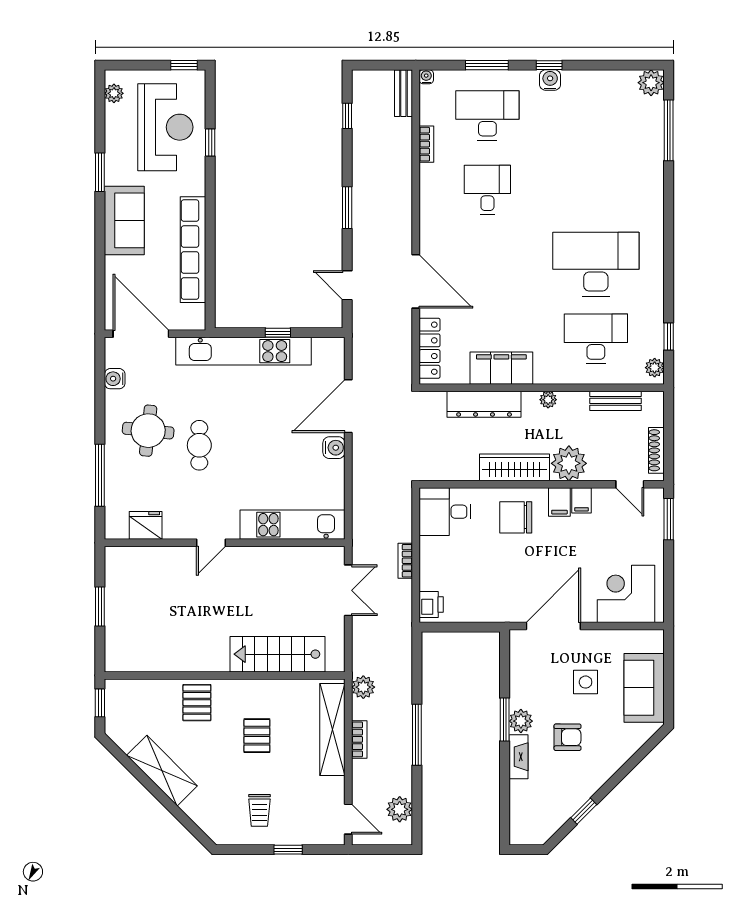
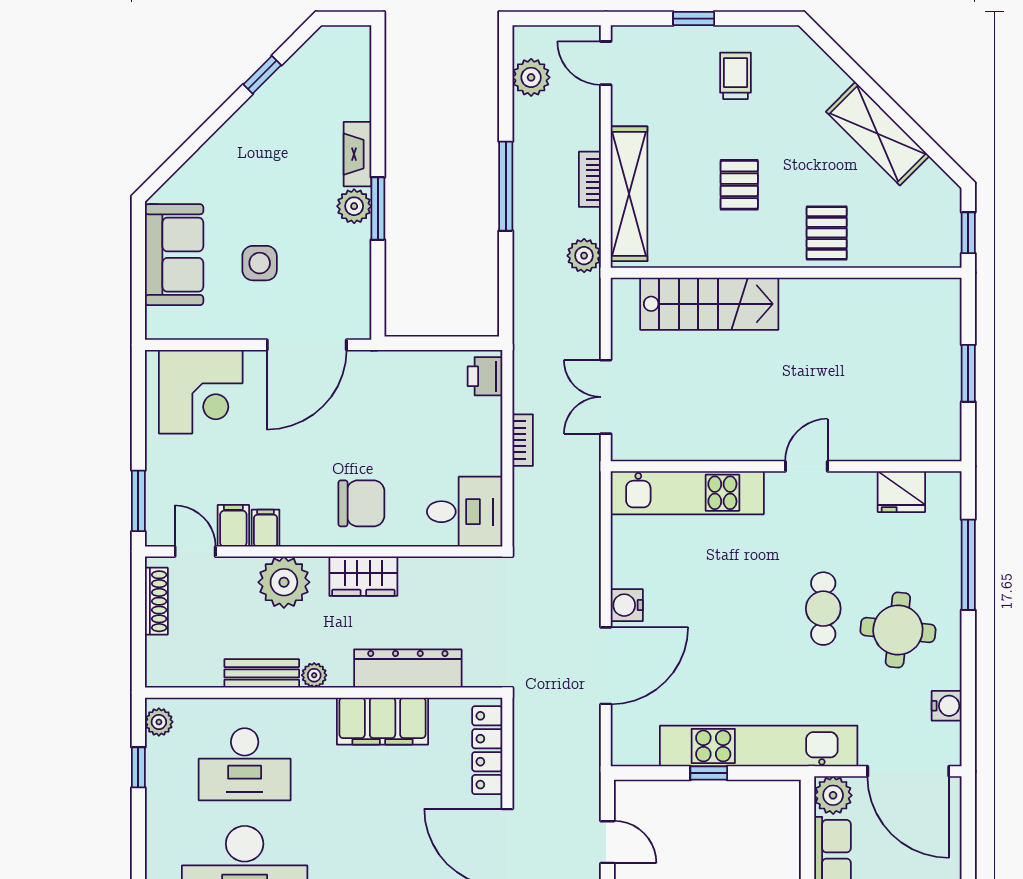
plant: (193, 317) -> (833, 795), added
bench: (615, 401) -> (262, 673), moved
wardrobe: (514, 467) -> (363, 576), width x0.67
filing cabinet: (559, 502) -> (233, 526), moved
armchair: (568, 737) -> (286, 183), removed

